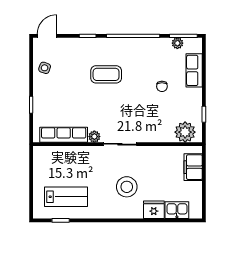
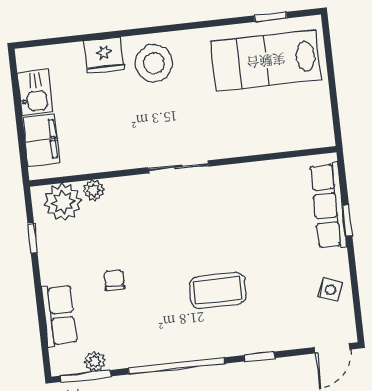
row of seats: (64, 135) -> (328, 206), moved, turned 90
plant: (94, 137) -> (94, 190), moved
stool: (127, 187) -> (154, 63), moved
lab bench: (66, 197) -> (266, 61), width x1.36, depth x1.39
kitchen sink: (177, 210) -> (35, 92), moved, turned -90

